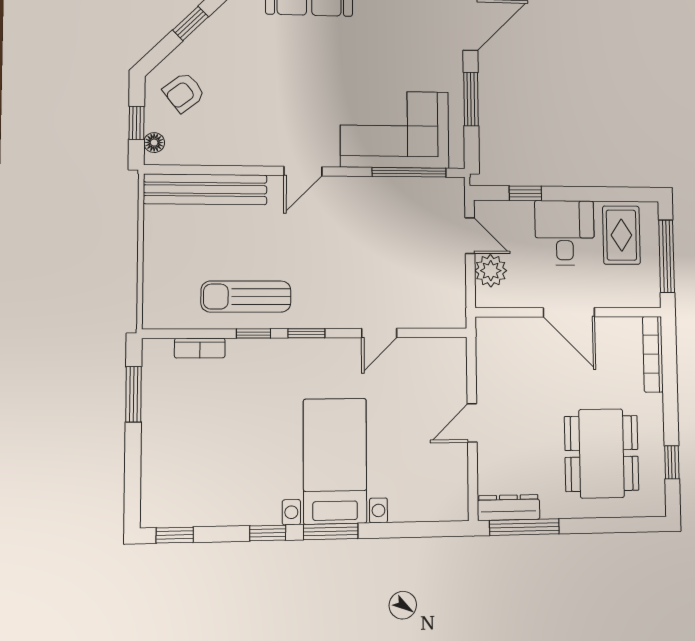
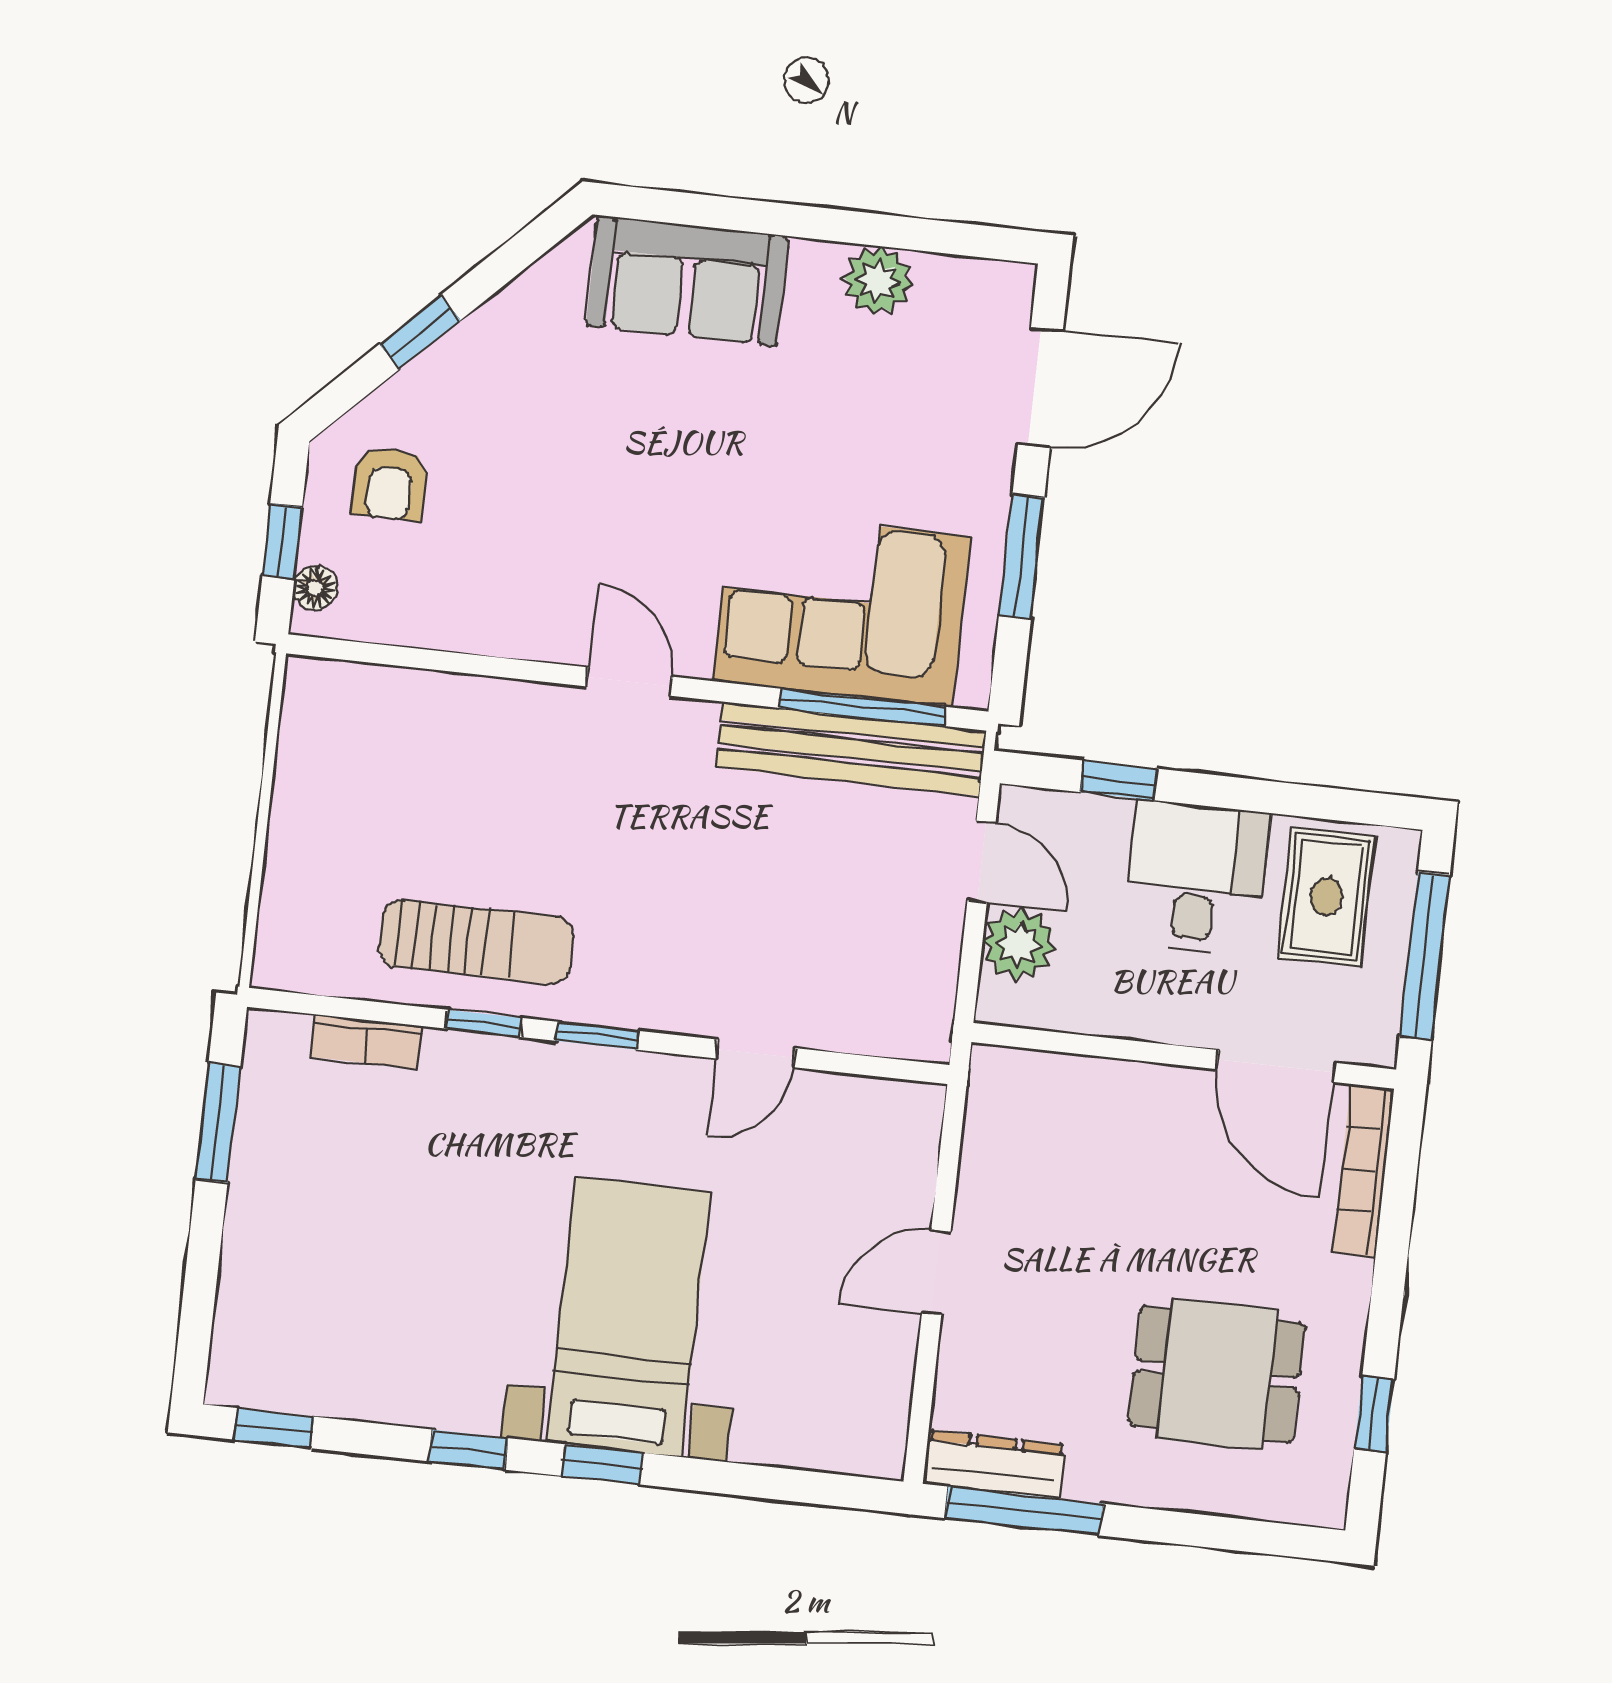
armchair: (184, 92) -> (390, 484), turned -52
door: (303, 171) -> (629, 682), swing flipped
bench: (205, 189) -> (851, 749), moved
sun lounger: (246, 297) -> (476, 942), turned 180
door: (569, 312) -> (1276, 1066), moved
dining table: (602, 453) -> (1217, 1374), width x0.73
window: (331, 532) -> (602, 1464), width x0.67

